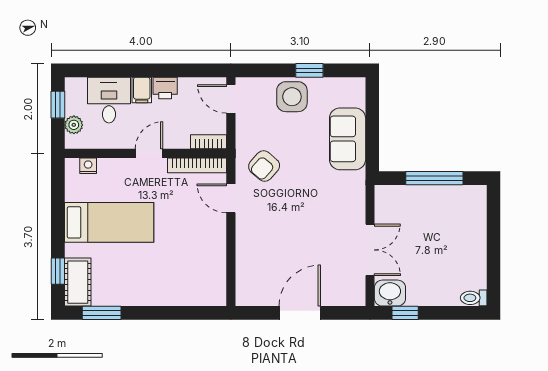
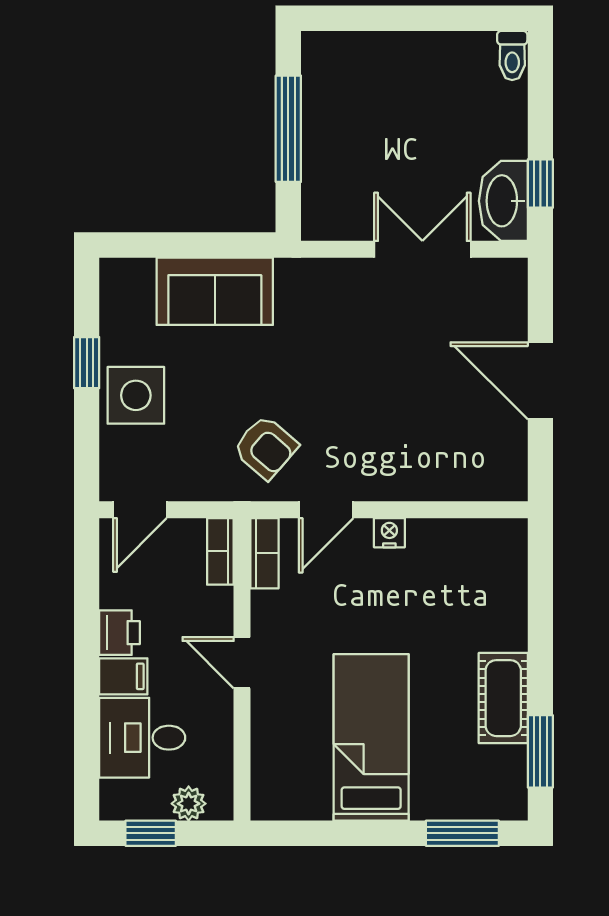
bookcase: (197, 165) -> (265, 553), width x0.64
nightstand: (88, 166) -> (389, 533), moved, turned 90
window: (58, 271) -> (462, 833), width x1.50
cot: (78, 282) -> (503, 698), moved, turned 90
washbasin: (390, 293) -> (503, 201), width x1.38

